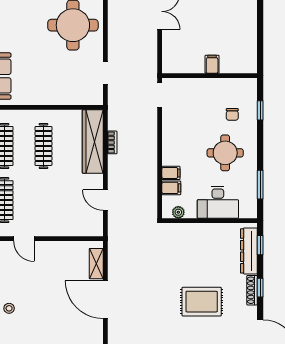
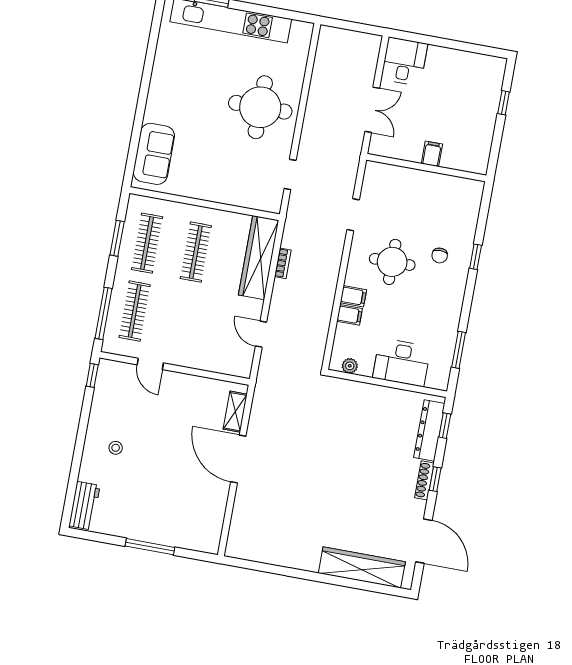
filing cabinet: (212, 64) -> (432, 154), moved
wall: (210, 76) -> (426, 168), moved
round table: (225, 153) -> (392, 262), moved
filing cabinet: (171, 188) -> (353, 296), moved
rug: (202, 302) -> (359, 483), removed

